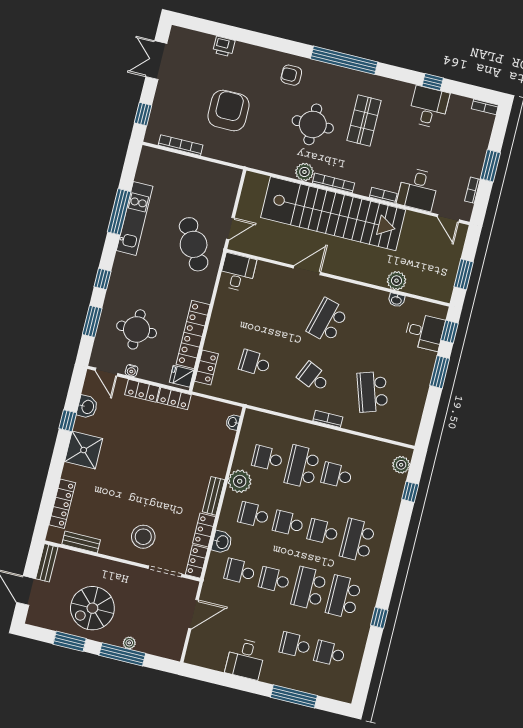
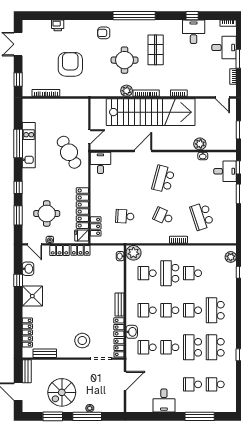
desk: (418, 189) -> (224, 48), moved, turned -90
plant: (240, 481) -> (133, 253), moved

